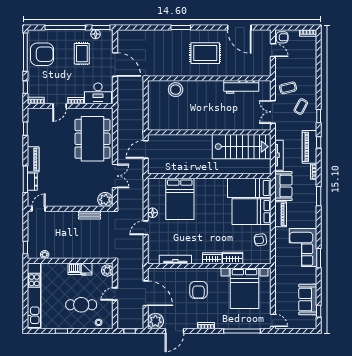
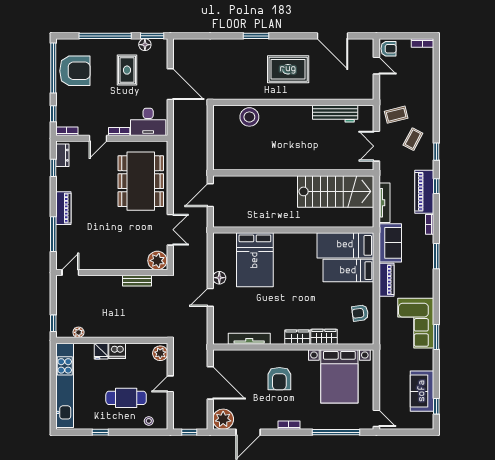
dresser: (32, 182) -> (62, 155), moved
bed: (251, 212) -> (348, 271), width x0.67
fridge: (87, 269) -> (101, 351), moved

